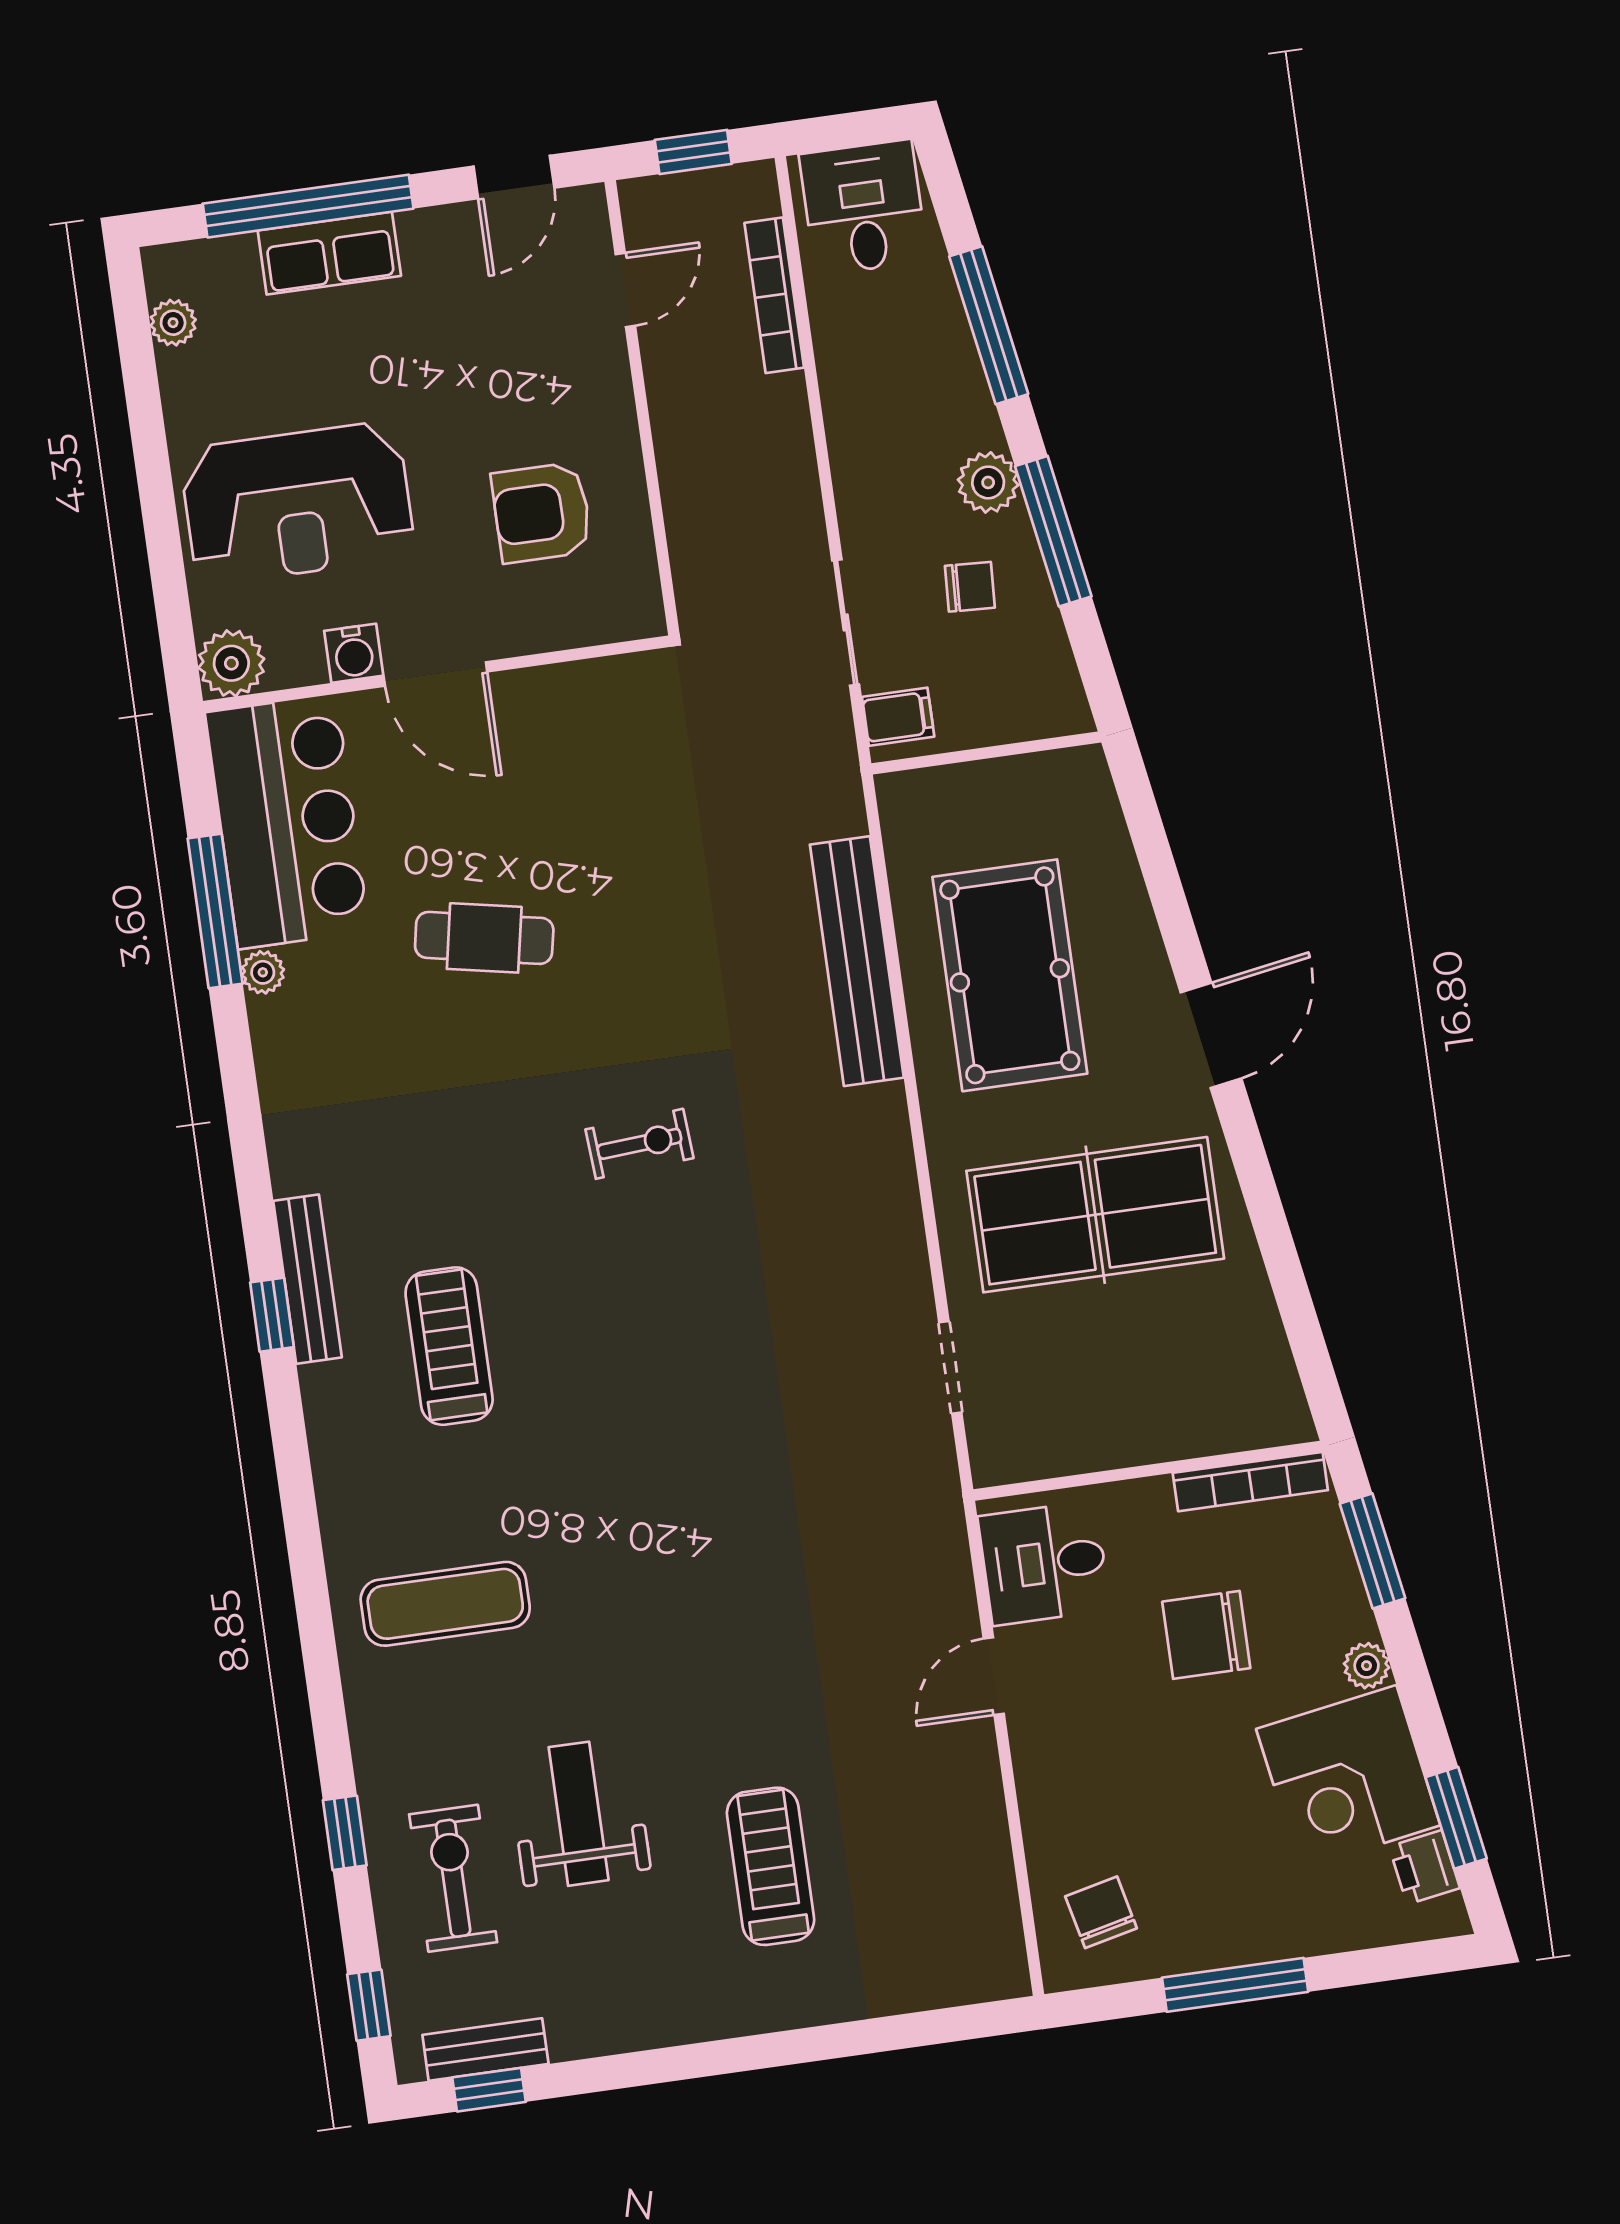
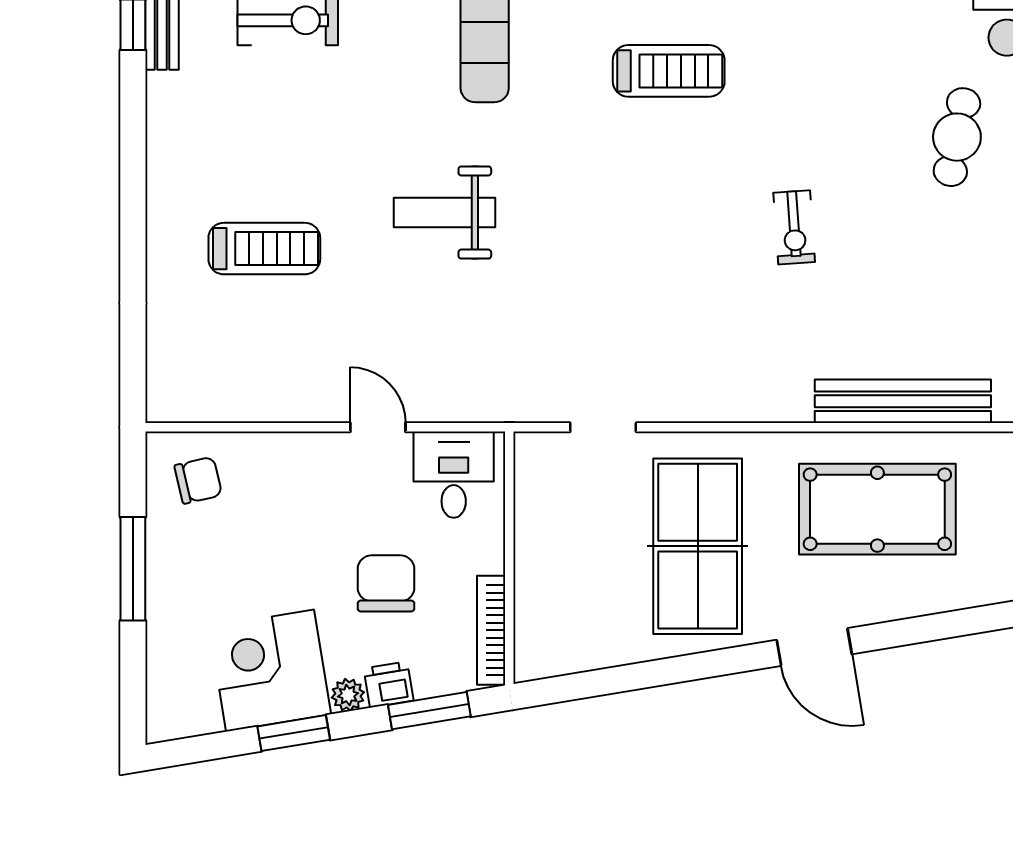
weight bench: (579, 1814) -> (444, 213), moved, turned 180
window: (1456, 1818) -> (294, 733), moved
printer: (1424, 1867) -> (389, 685), moved

